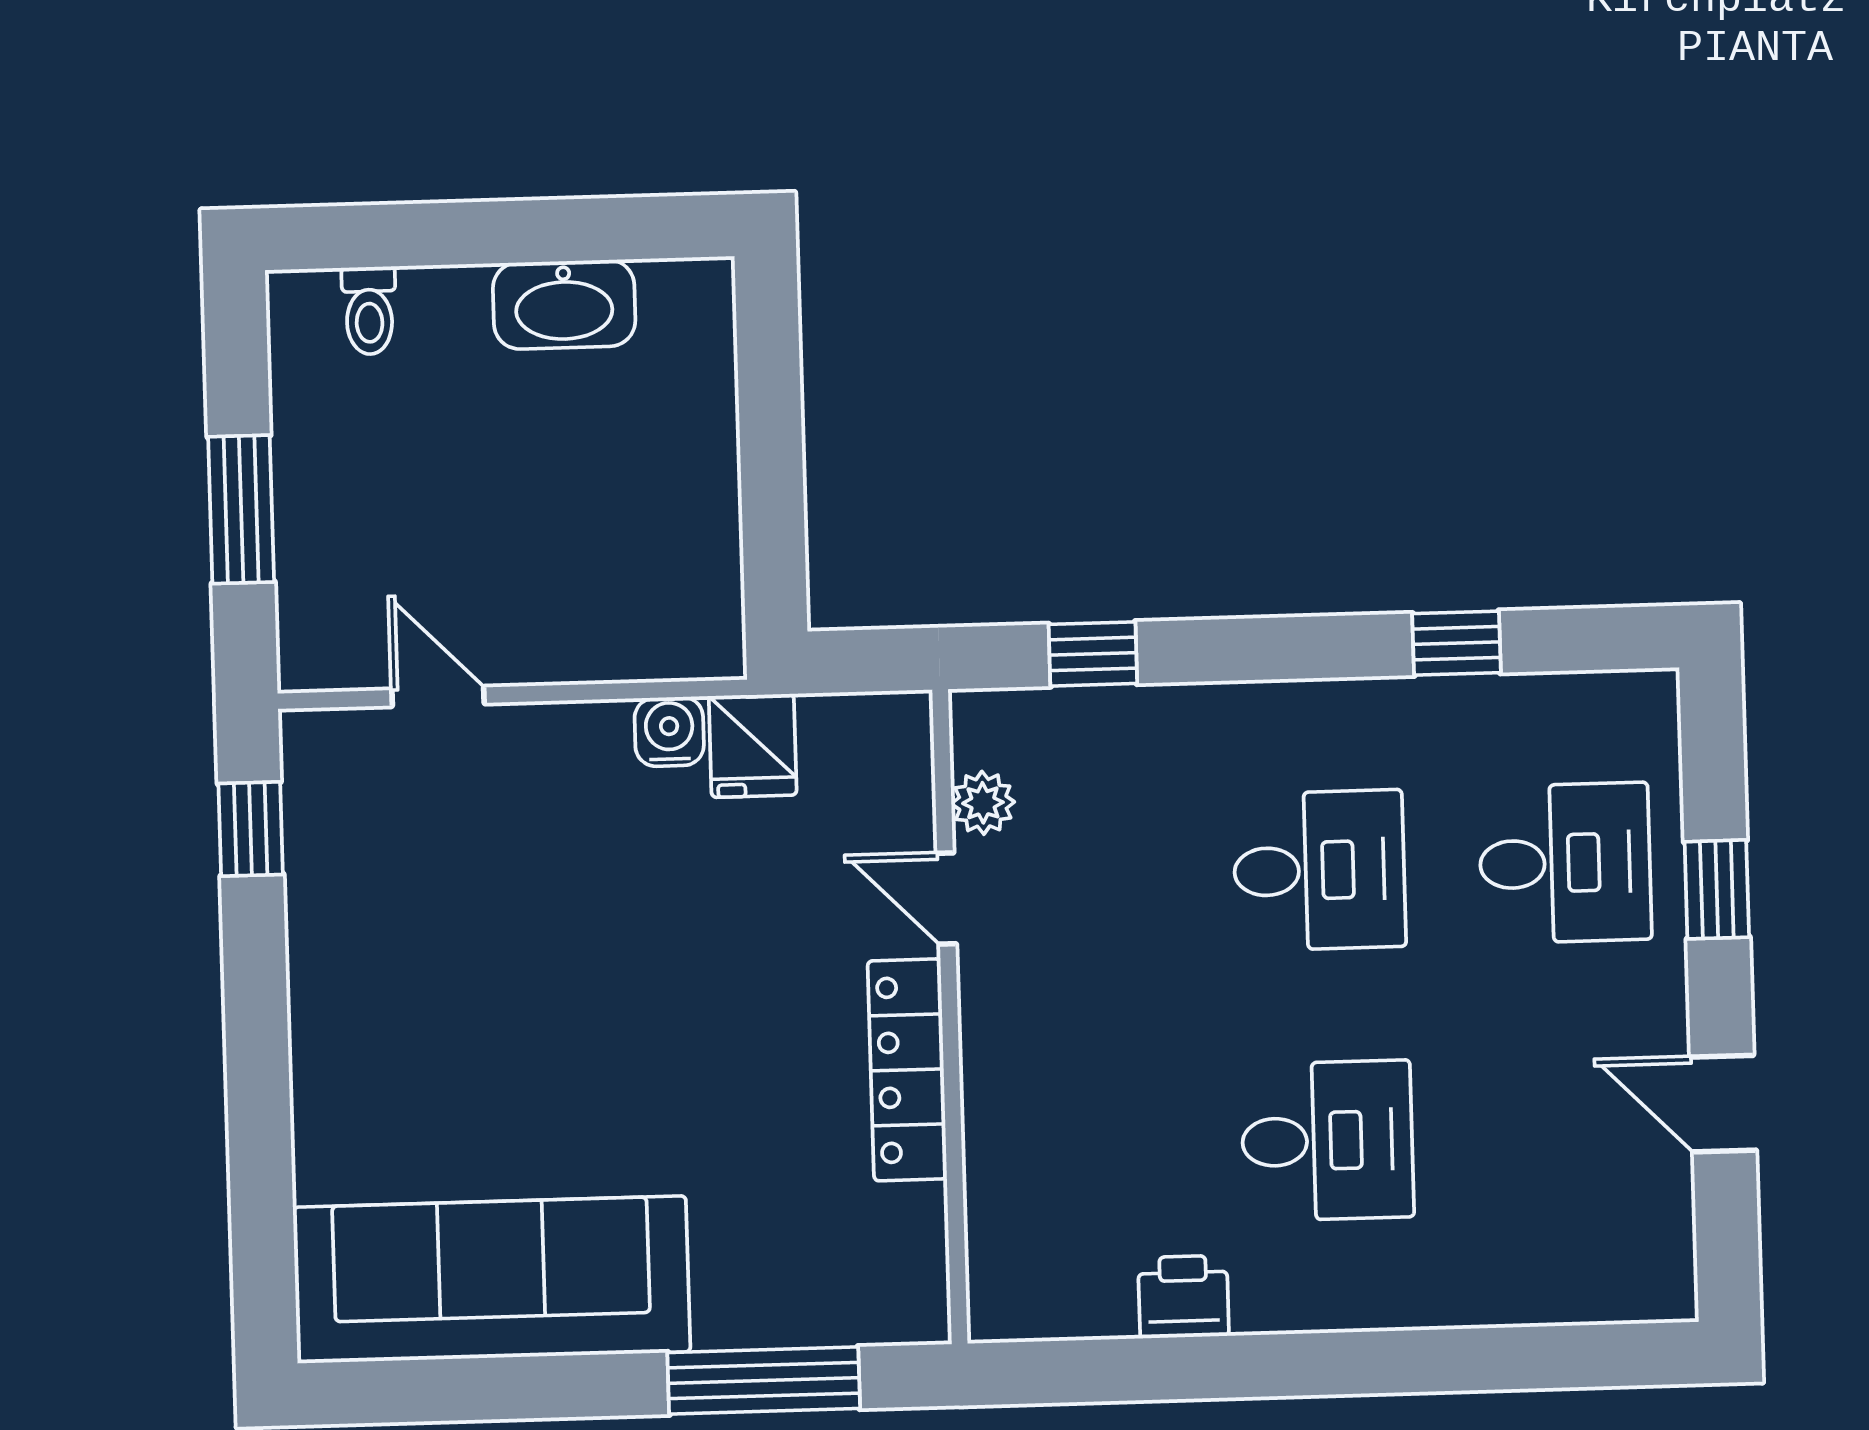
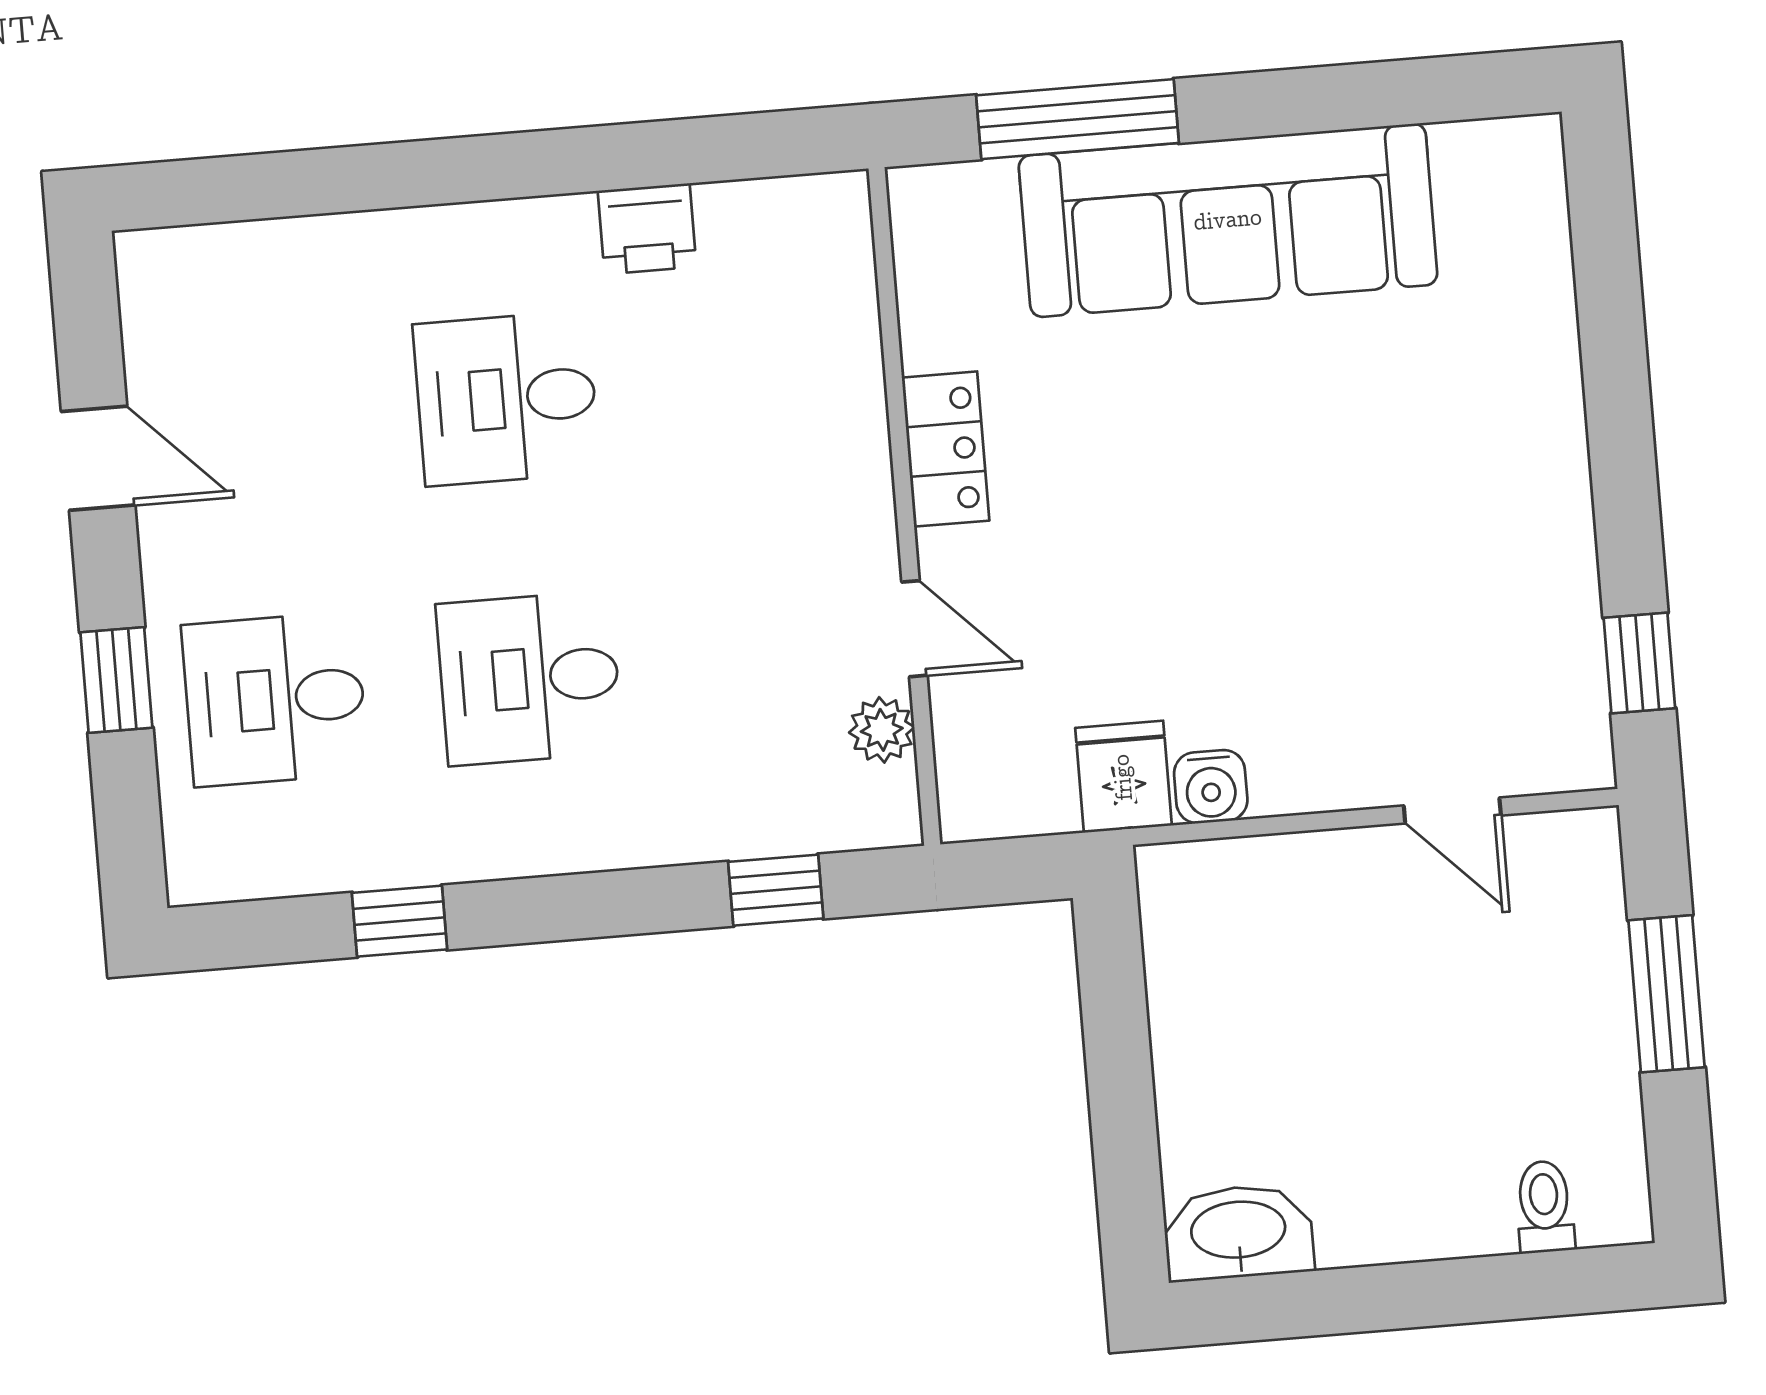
washbasin: (564, 304) -> (1238, 1232), moved
locker: (907, 1070) -> (946, 449), width x0.66
sofa: (492, 1280) -> (1228, 220), moved

